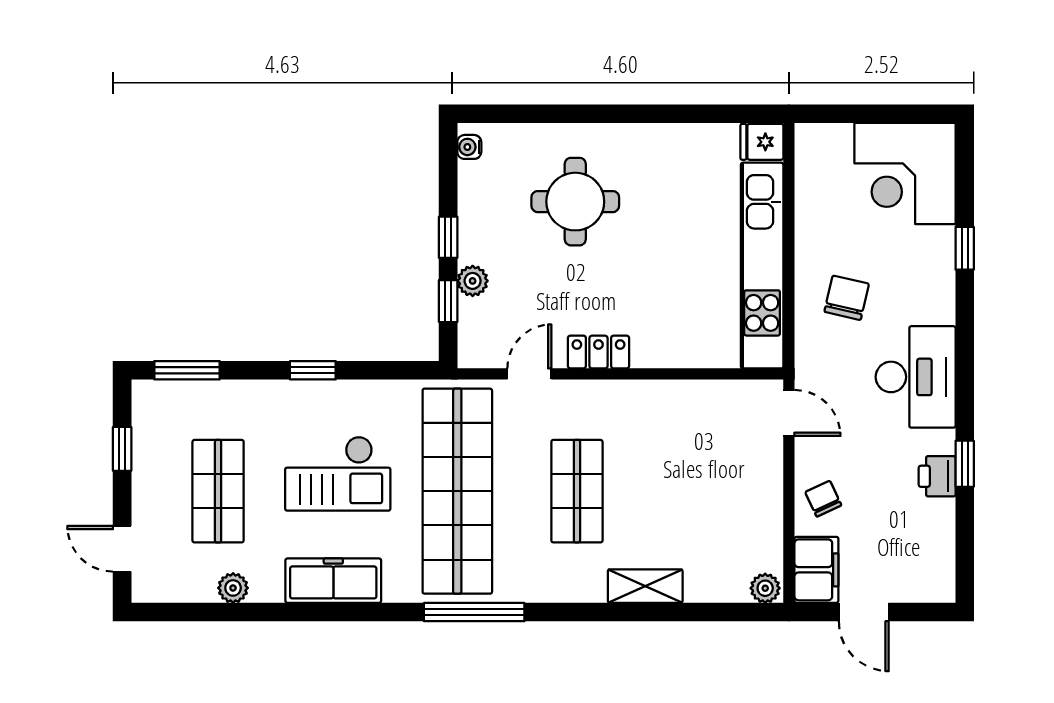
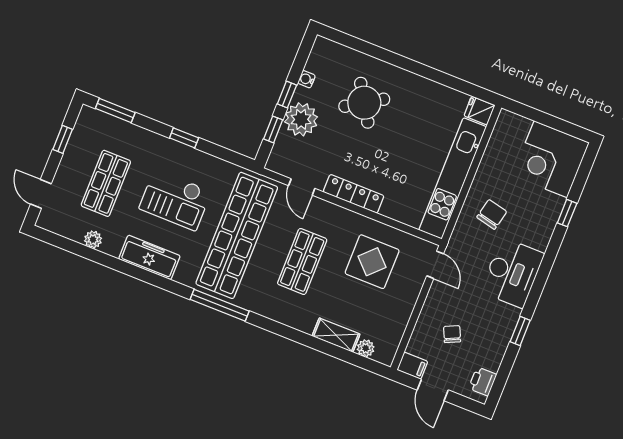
water cooler: (469, 147) -> (306, 79), moved
round table: (575, 202) -> (364, 103), turned -32
plant: (473, 281) -> (301, 119), width x1.88, depth x1.88
locker: (598, 352) -> (354, 194), width x1.53
door: (529, 374) -> (302, 187), swing flipped
display table: (687, 448) -> (372, 262), added
printer: (937, 476) -> (483, 381), moved
chair: (823, 499) -> (452, 334), moved
filing cabinet: (816, 570) -> (412, 366), width x0.50
shelving: (645, 586) -> (336, 335), moved
plant: (765, 588) -> (366, 348), moved

